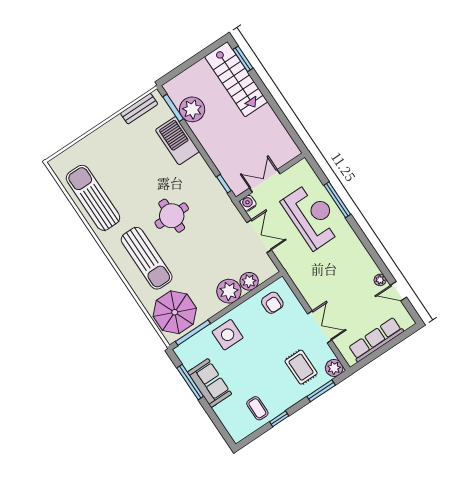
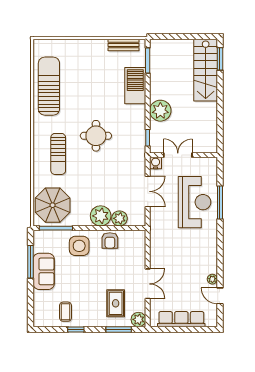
plant: (192, 109) -> (160, 111), moved
sun lounger: (147, 258) -> (58, 154), width x0.73, depth x0.75
armchair: (272, 303) -> (110, 240), moved

